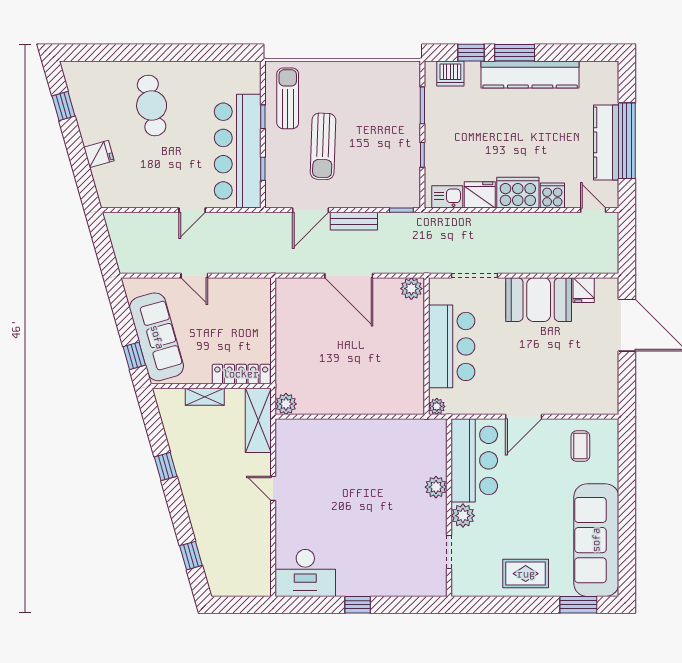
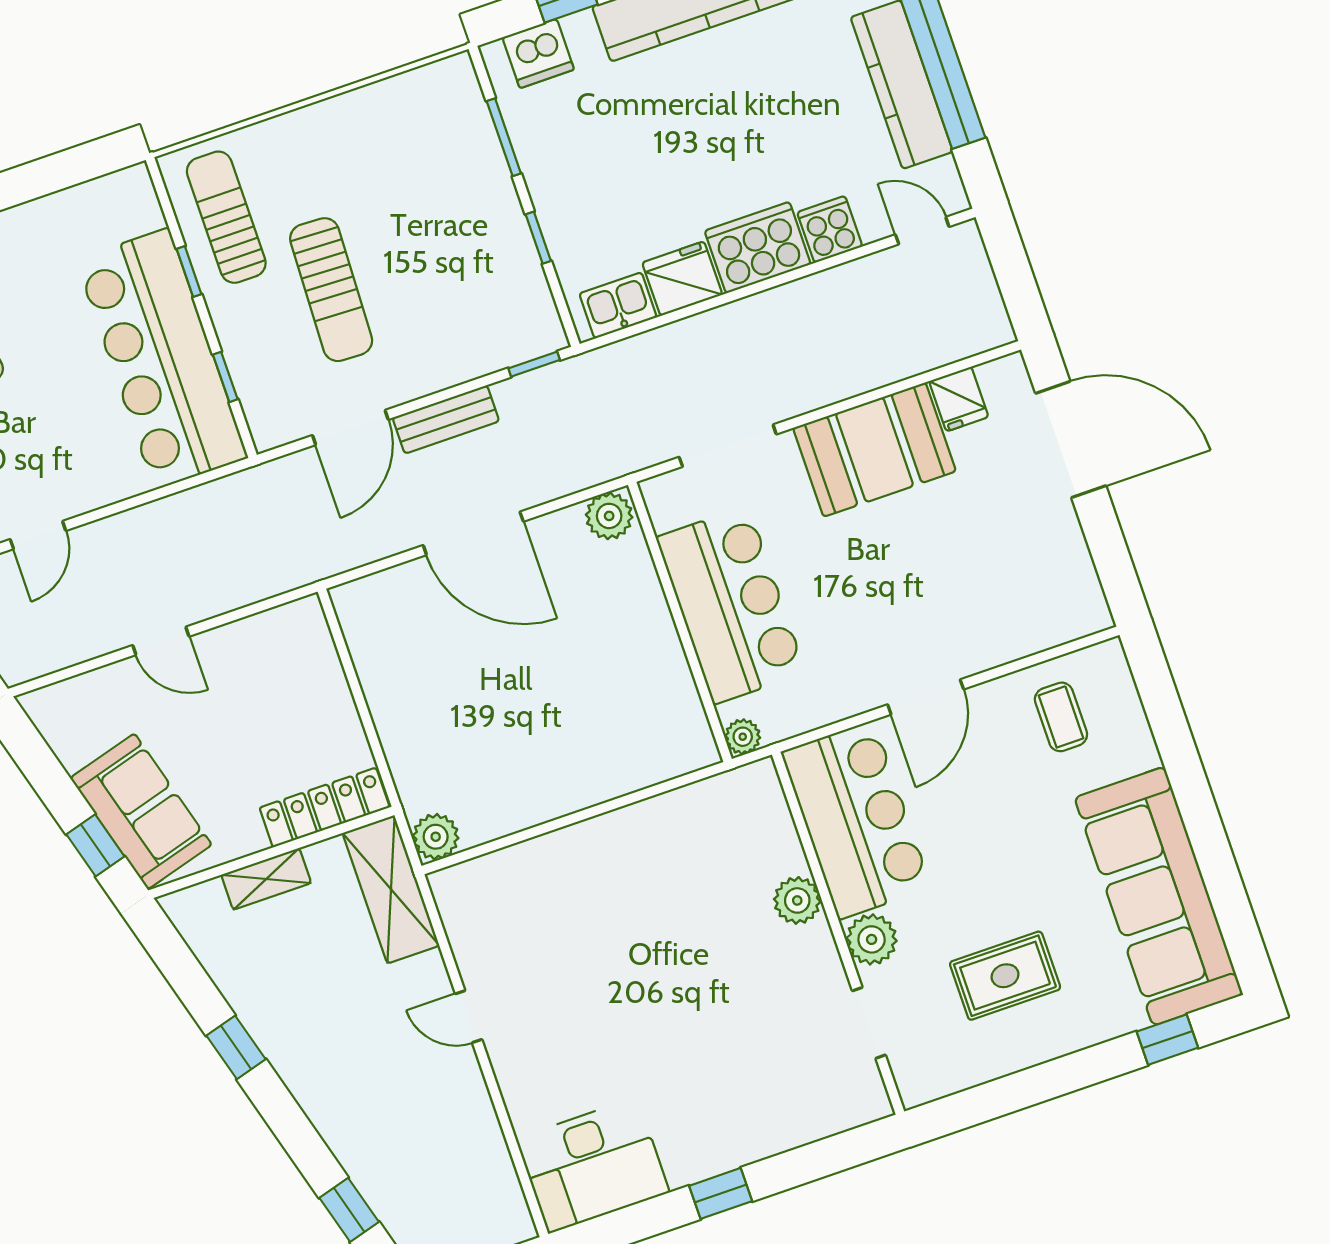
door: (192, 210) -> (38, 535), moved
sofa: (157, 337) -> (141, 811), width x0.73
rug: (526, 574) -> (1005, 976), moved
window: (578, 605) -> (1167, 1040), width x0.67

